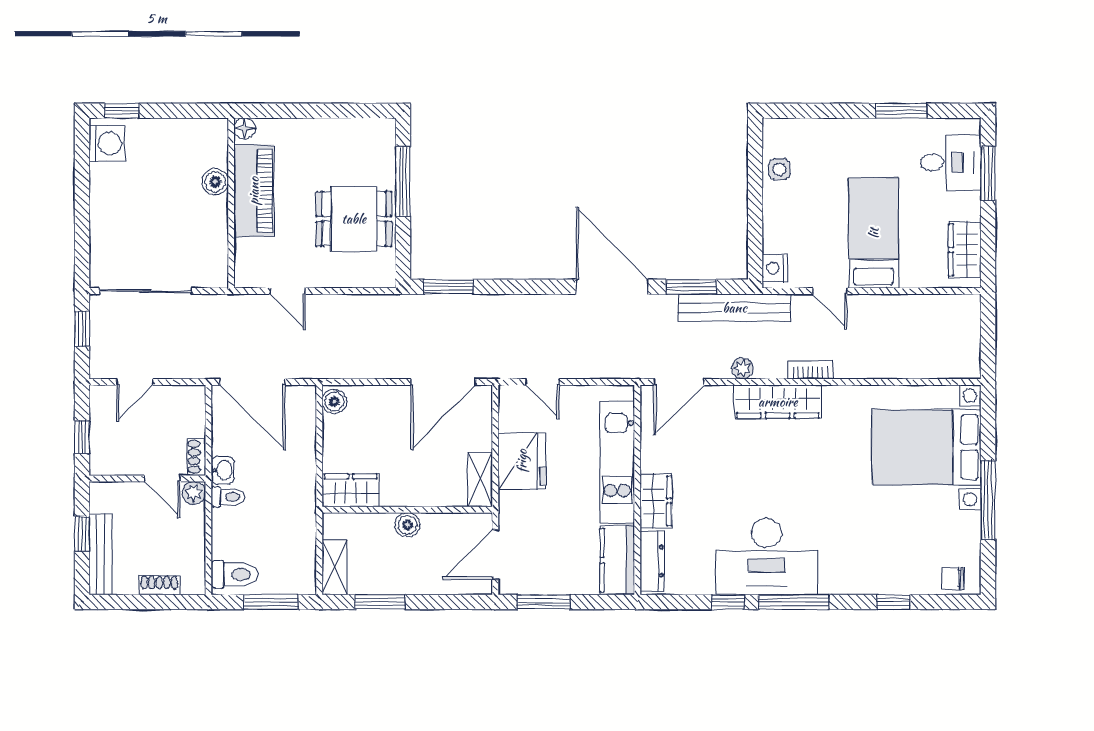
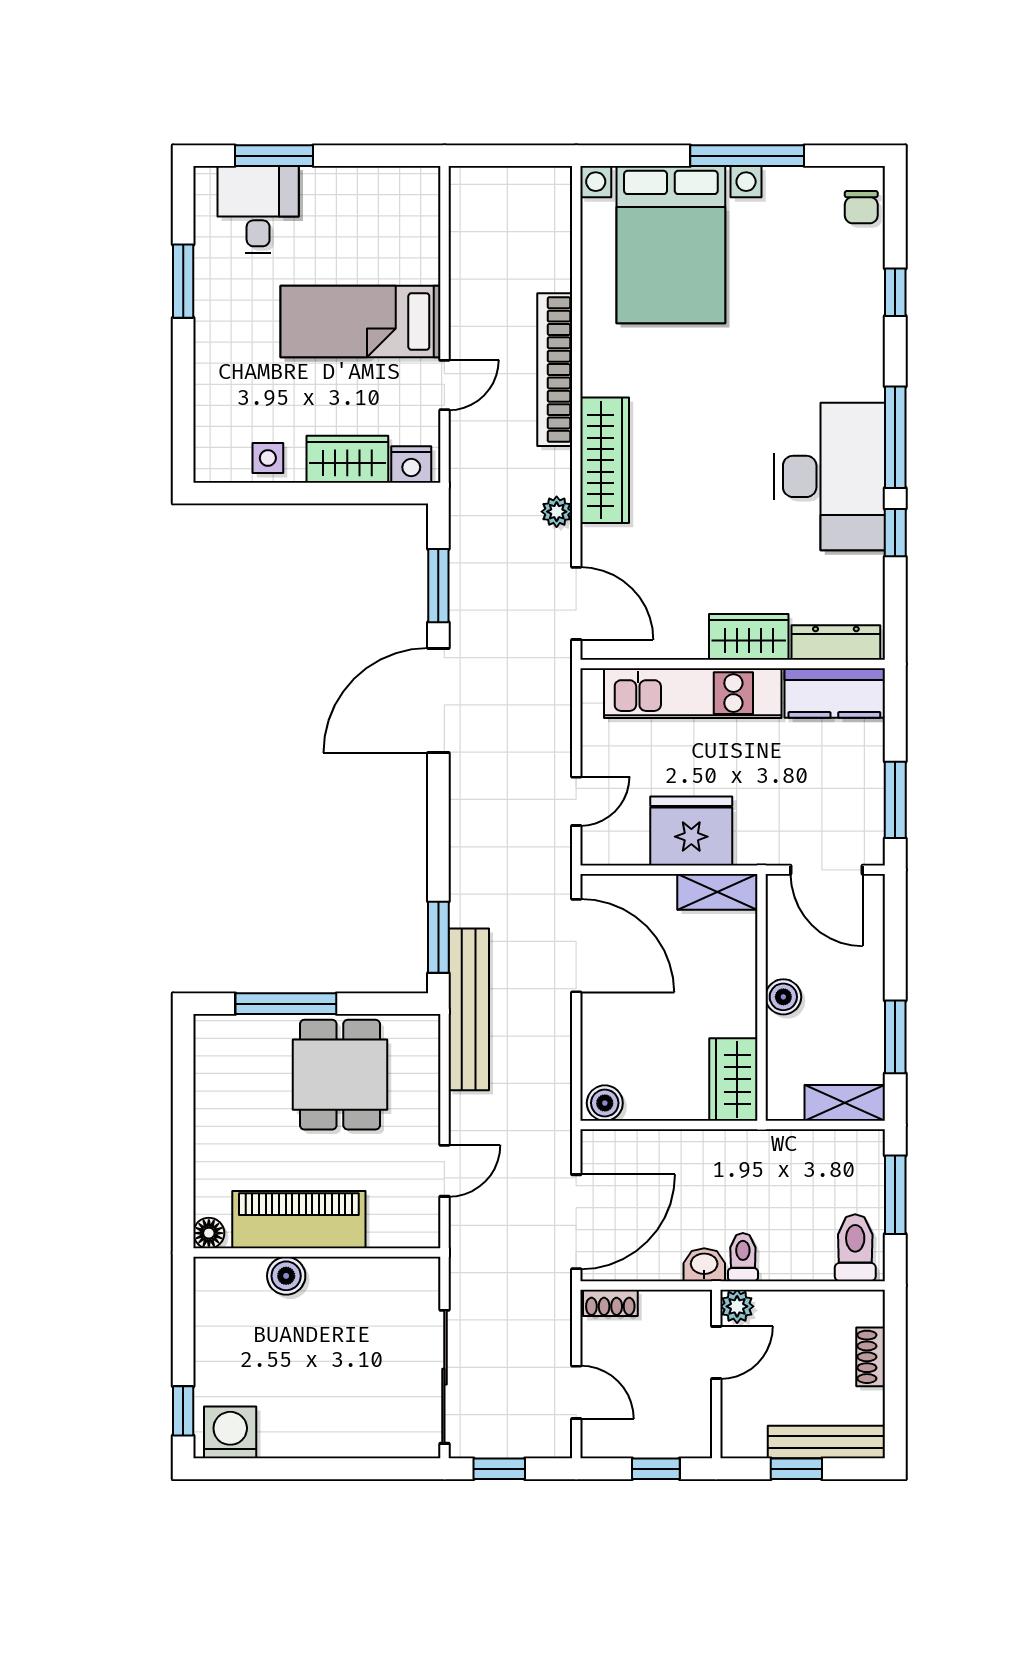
wardrobe: (965, 250) -> (347, 459), moved, turned 180
bench: (735, 308) -> (469, 1009), moved
bookcase: (810, 370) -> (555, 370), width x2.31, depth x1.31
shoe rack: (196, 457) -> (610, 1303), moved

